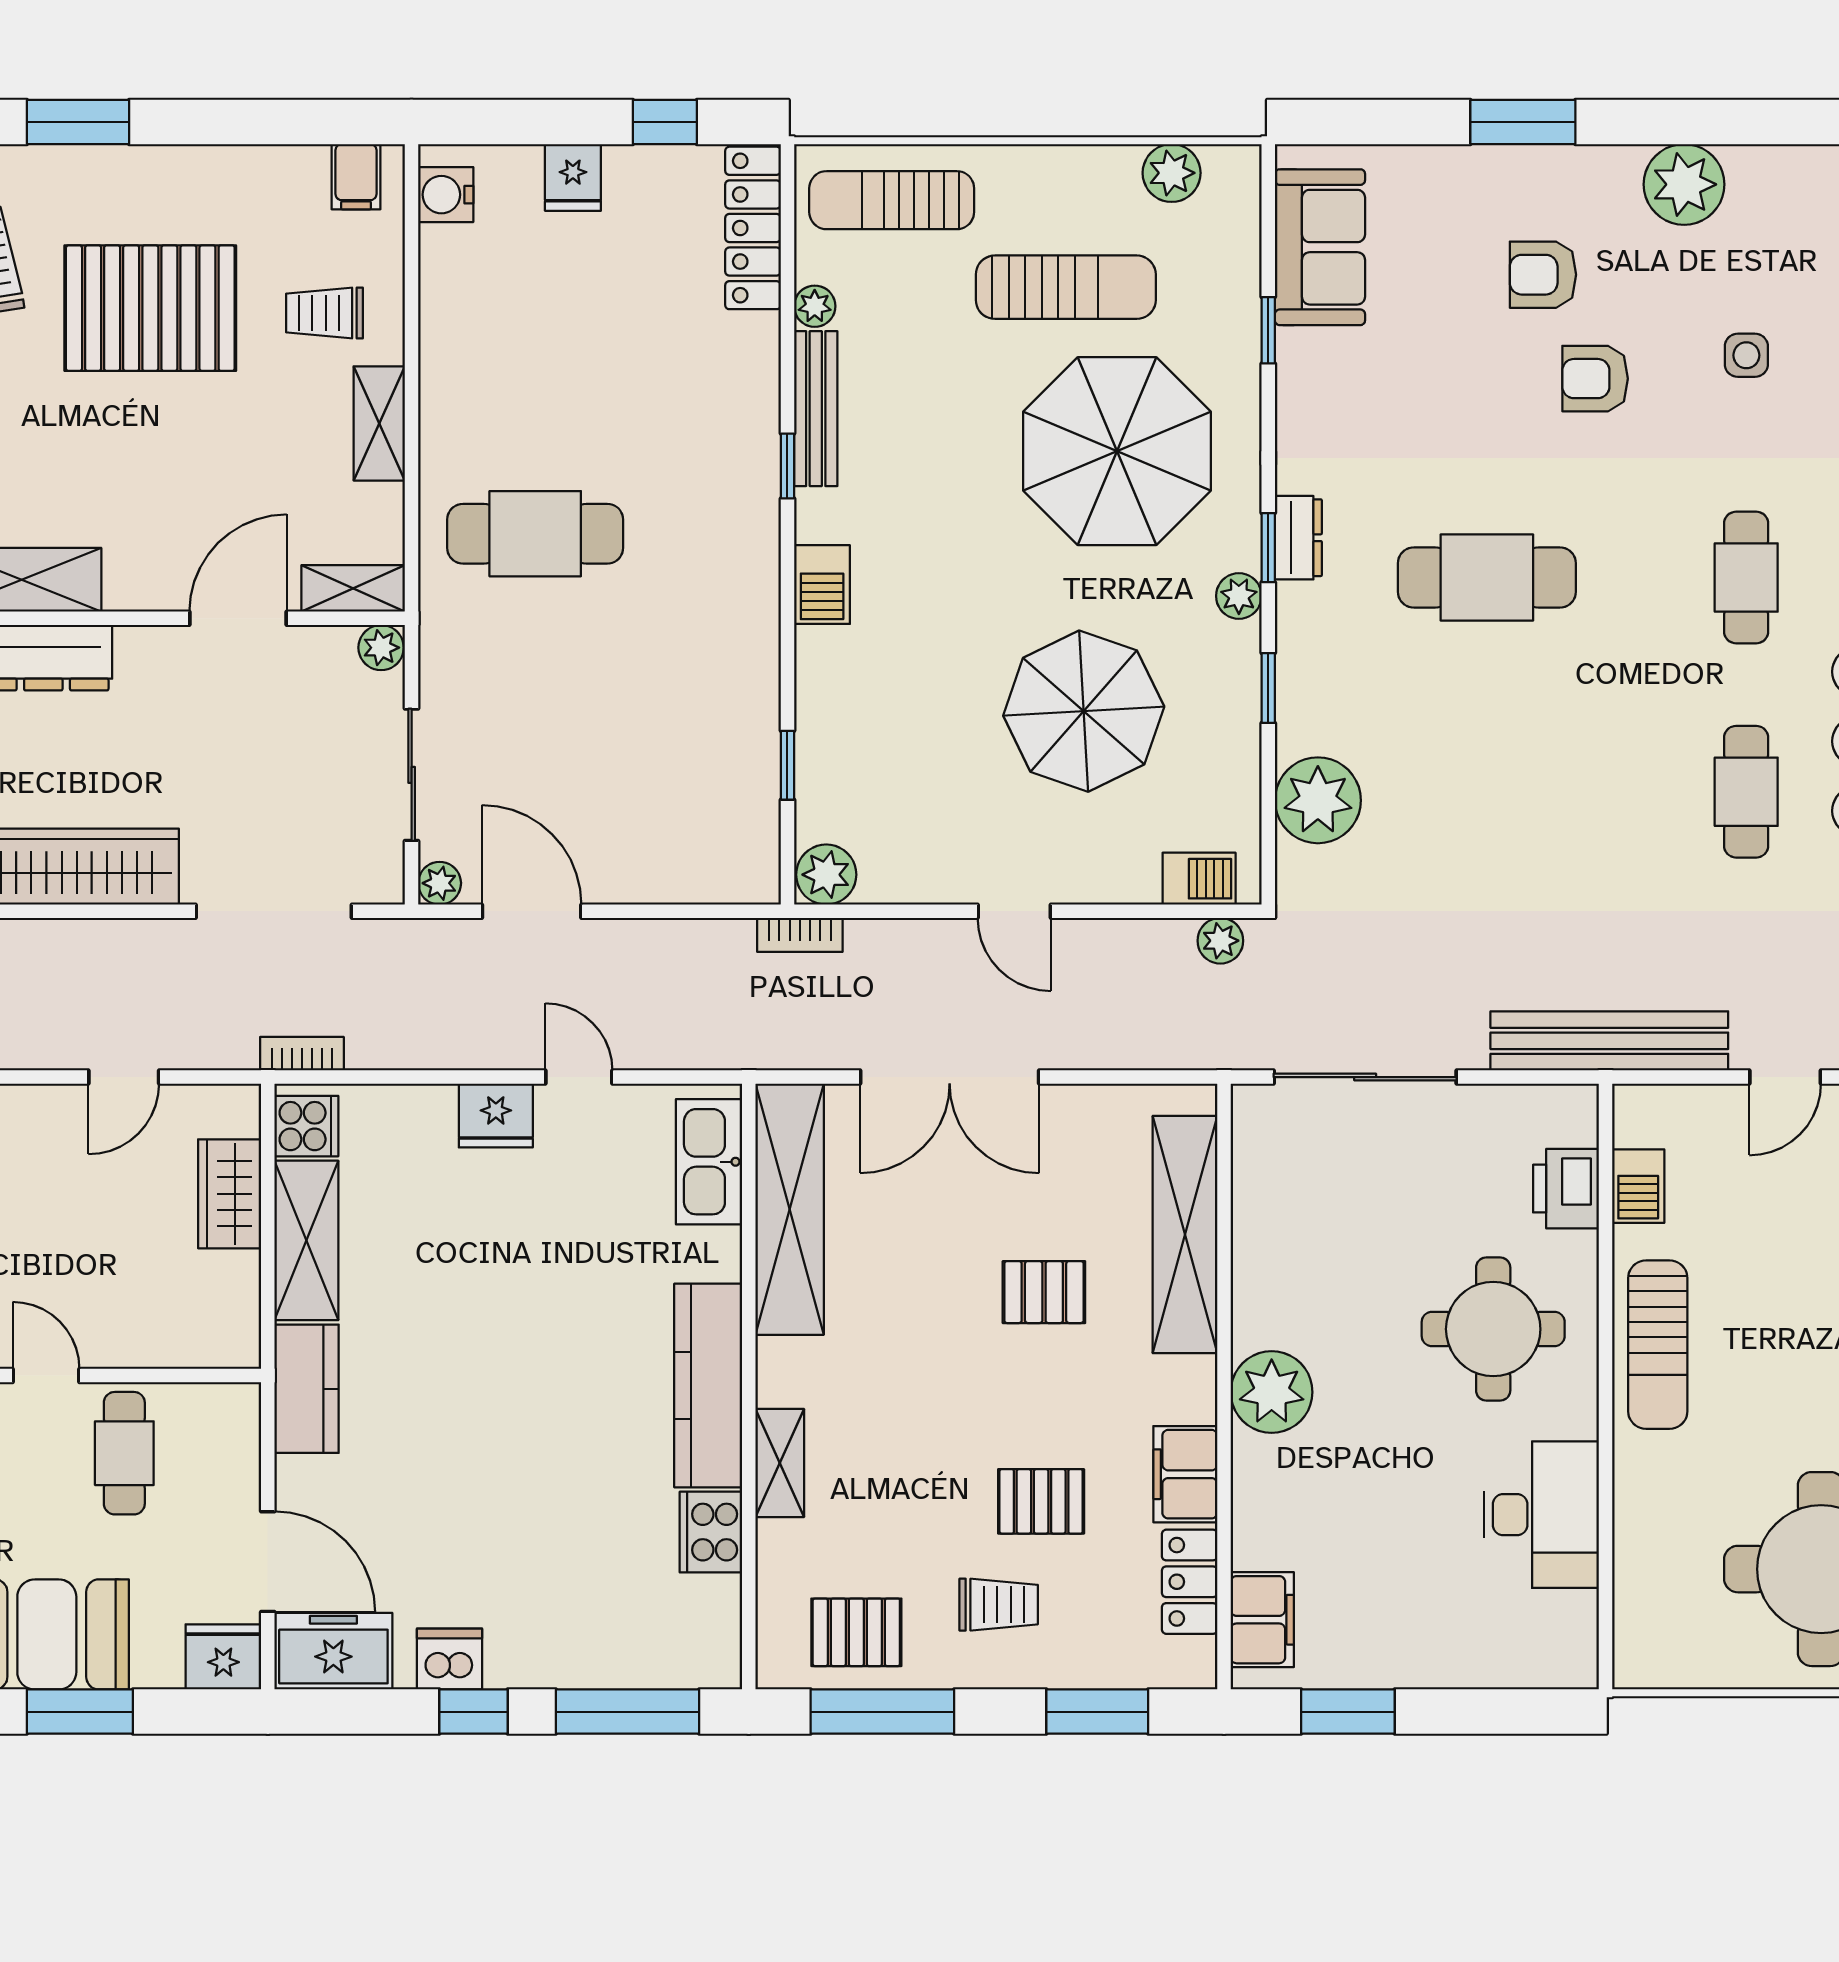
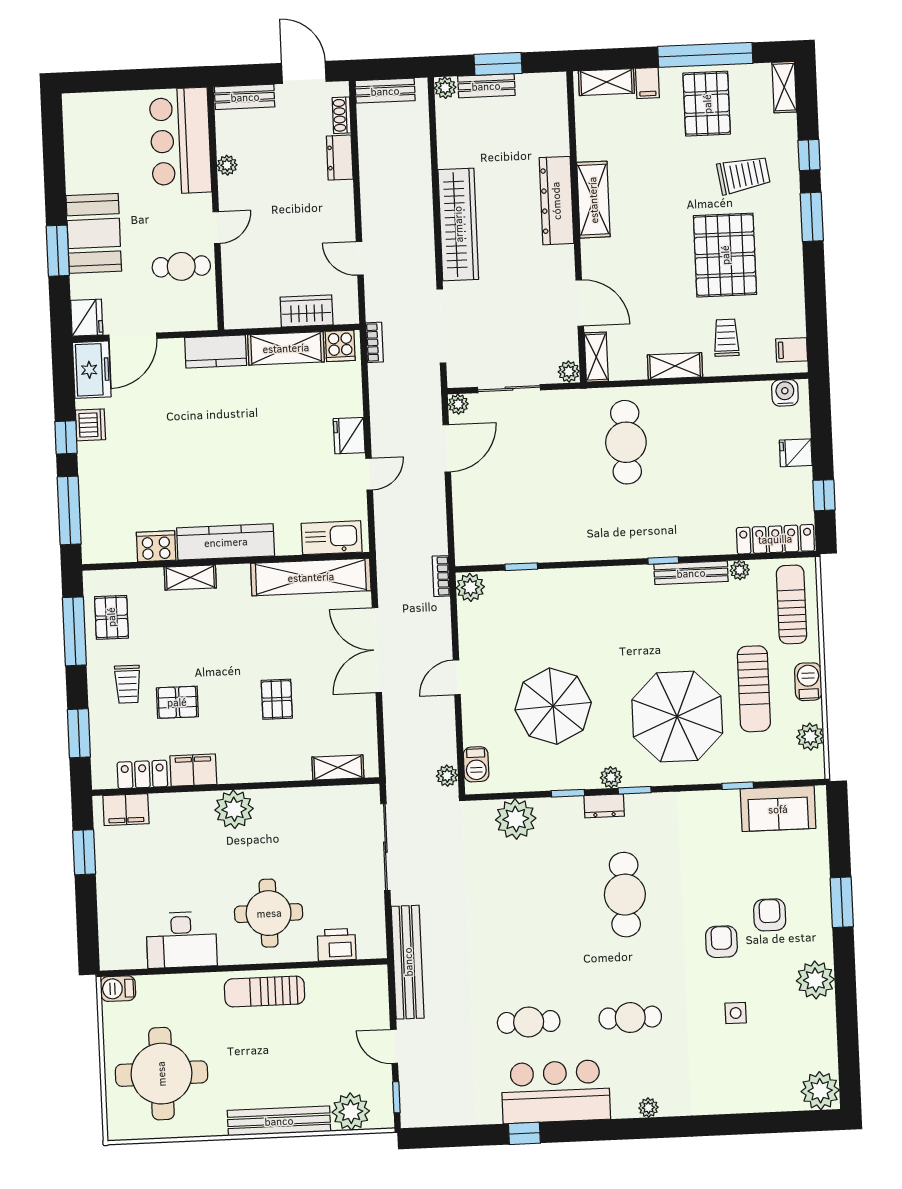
dresser: (1298, 538) -> (604, 806), moved
barbecue: (822, 585) -> (808, 682), moved, turned 90
barbecue: (1638, 1186) -> (118, 989), moved
shelving: (1185, 1234) -> (338, 768), width x0.45, depth x0.75
pallet: (1041, 1501) -> (177, 702), turned 90

